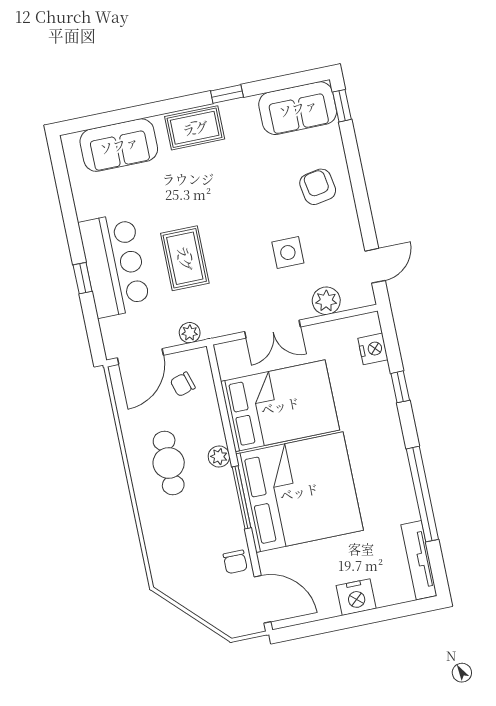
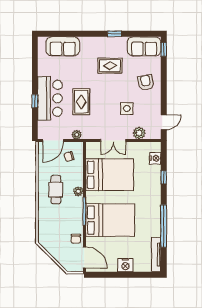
rug: (195, 128) -> (110, 66), moved
bed: (299, 492) -> (110, 220), width x0.73

